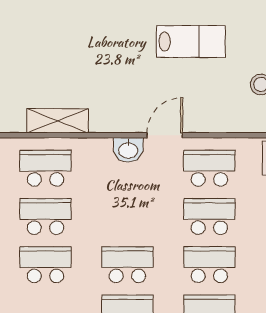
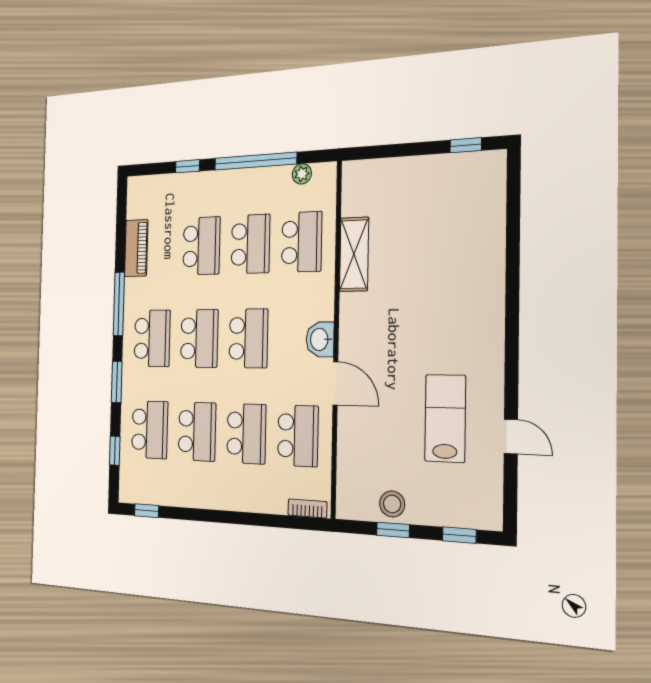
lab bench: (191, 42) -> (445, 418), turned 180
school desk: (127, 216) -> (248, 338), added

